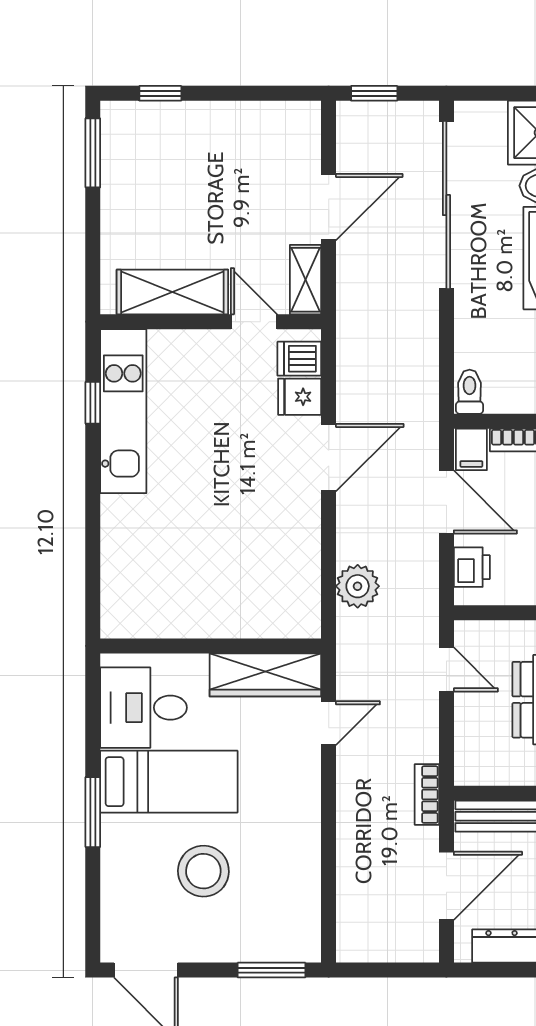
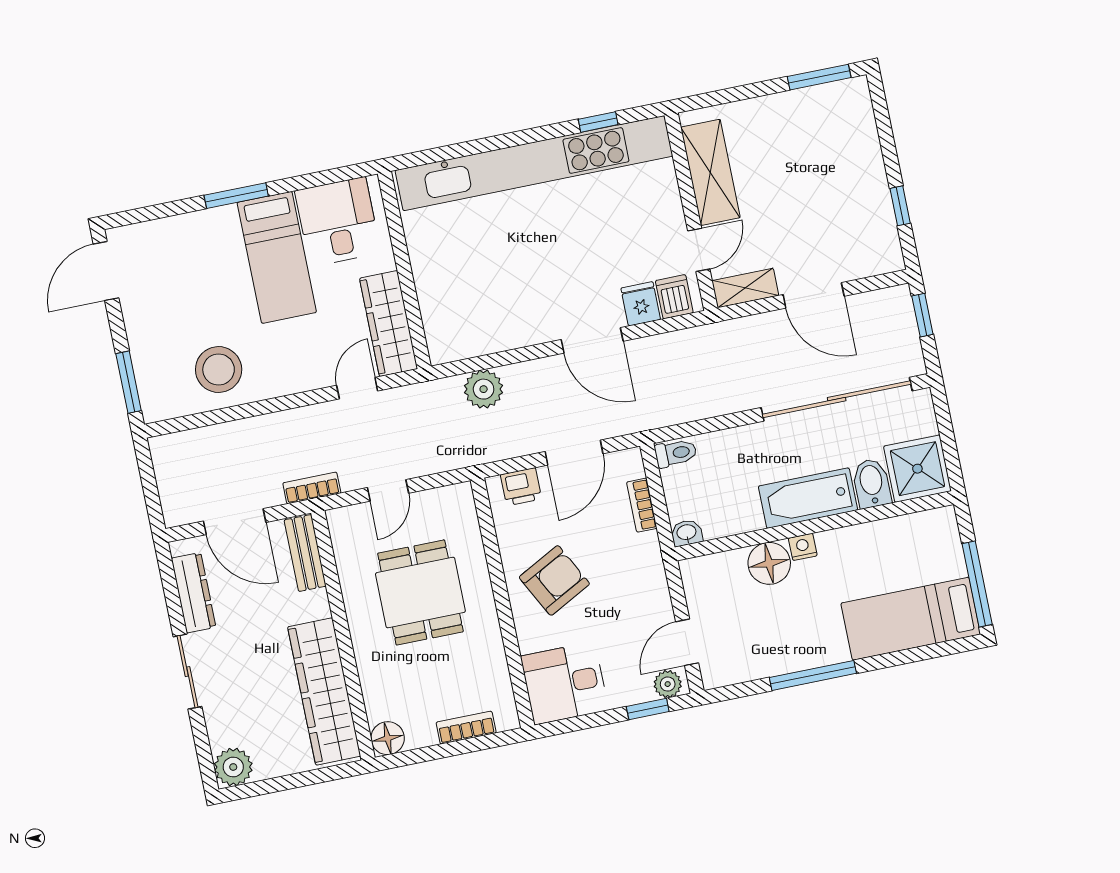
window: (160, 93) -> (900, 206), moved
kitchen unit: (123, 411) -> (534, 163), width x1.86
filing cabinet: (471, 449) -> (625, 465), removed
door: (446, 669) -> (388, 490), moved
door: (329, 723) -> (357, 388), swing flipped
stool: (203, 871) -> (219, 370), moved

